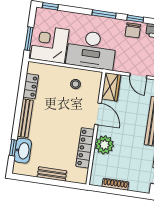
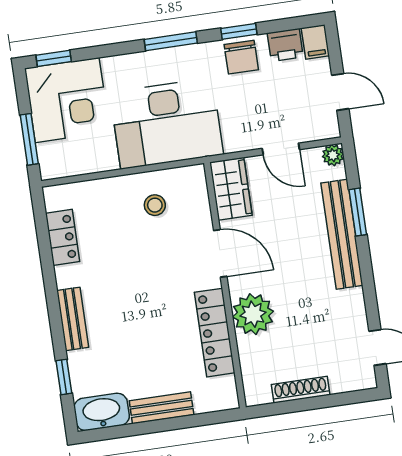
corner desk: (50, 44) -> (67, 100), moved, turned 180
bench: (25, 118) -> (73, 319), width x0.73
washbasin: (23, 151) -> (102, 412), moved, turned -90

